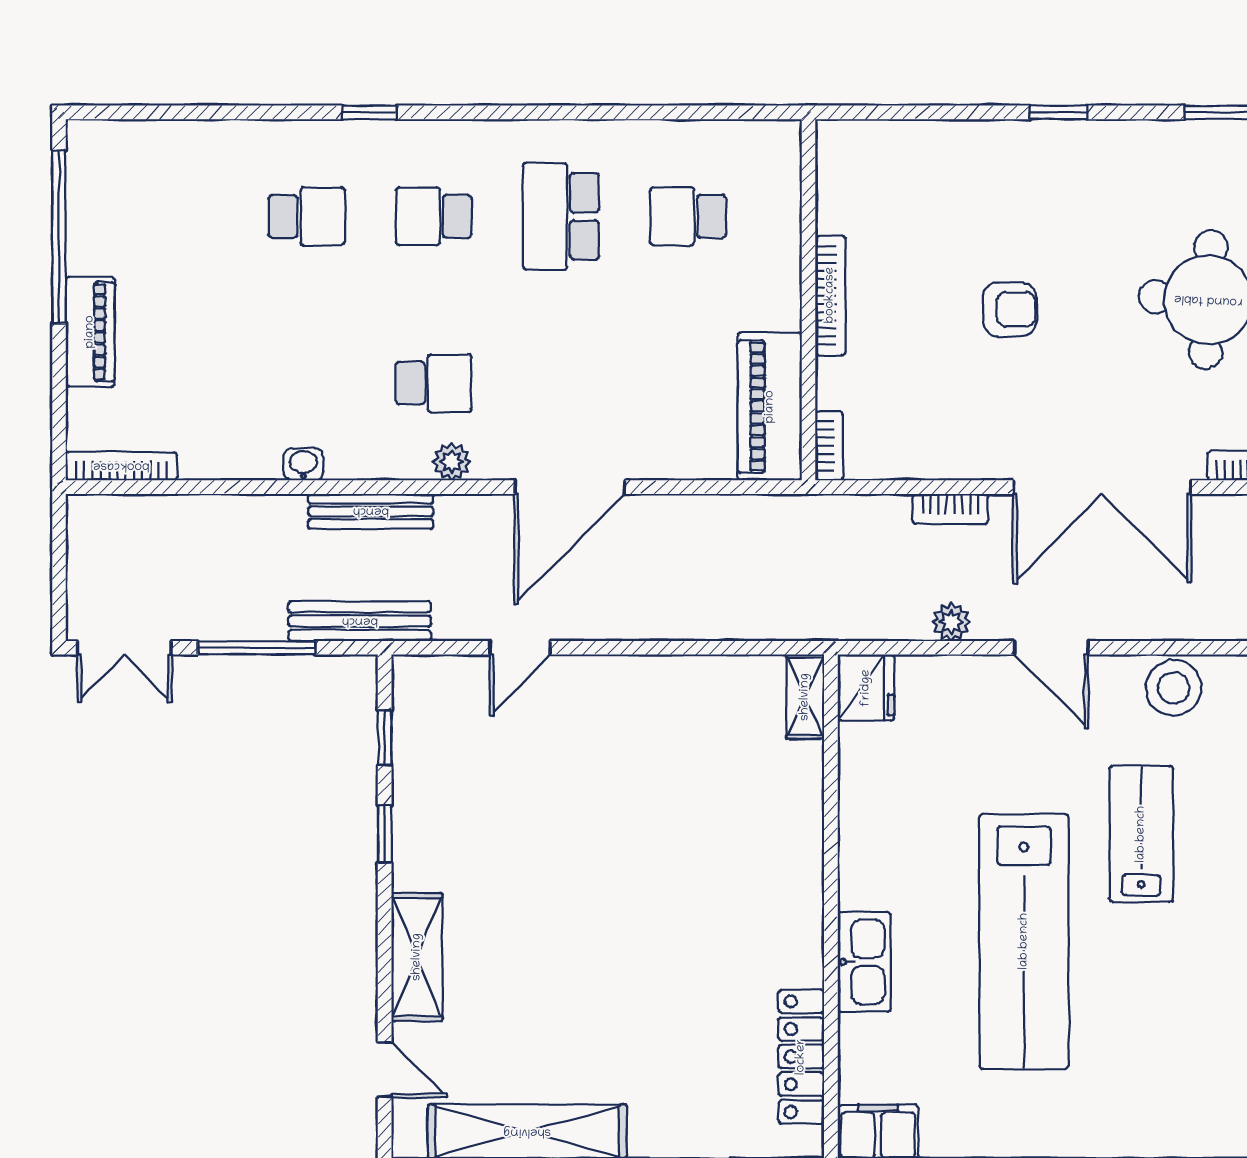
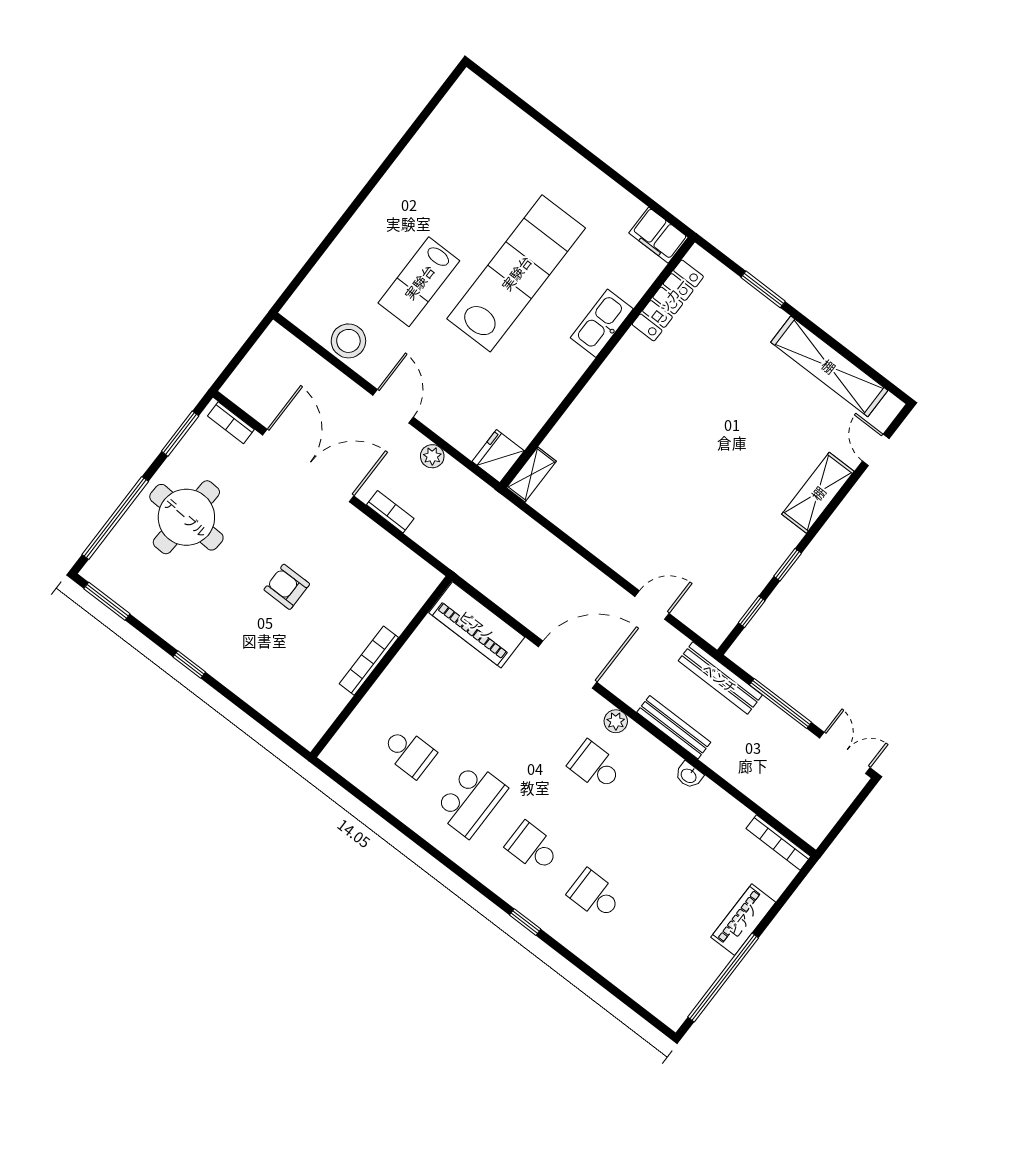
school desk: (434, 216) -> (533, 847), turned 180
piano: (770, 407) -> (477, 625), moved, turned 90
bookcase: (829, 446) -> (426, 588), removed

